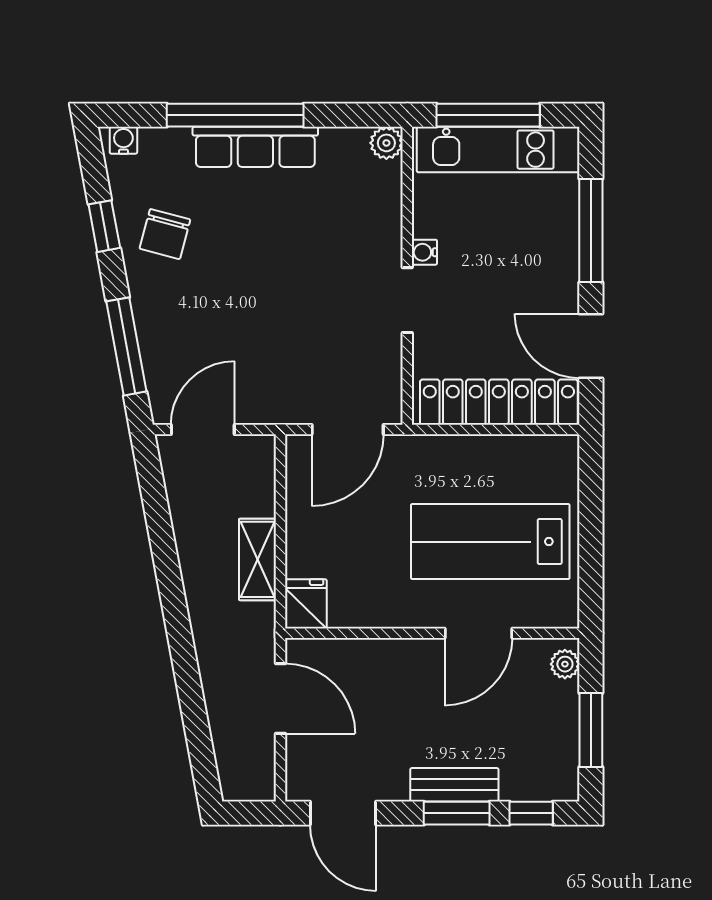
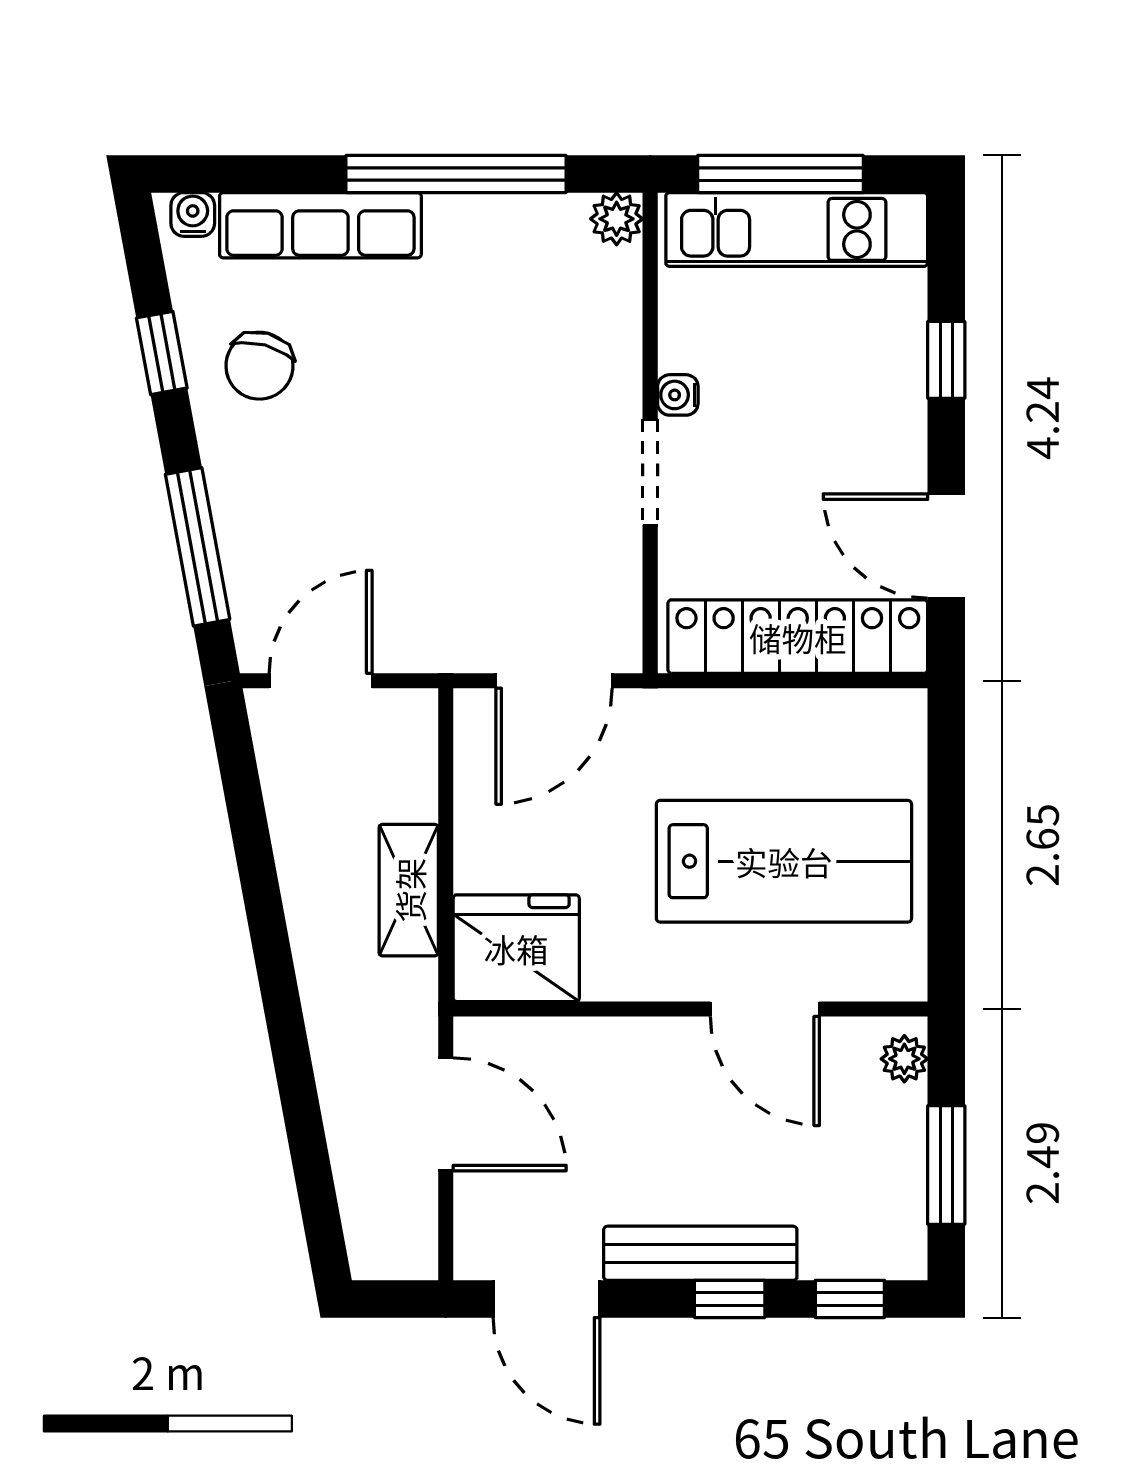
window: (235, 115) -> (456, 174), moved
row of seats: (255, 147) -> (320, 225), moved
window: (591, 230) -> (946, 360), width x0.46
lab bench: (490, 542) -> (784, 861), turned 180
fridge: (306, 604) -> (516, 948), width x1.88, depth x1.34
door: (478, 633) -> (765, 1009), hinge flipped
bench: (454, 785) -> (700, 1253), width x1.36
window: (457, 813) -> (730, 1299), width x0.67

